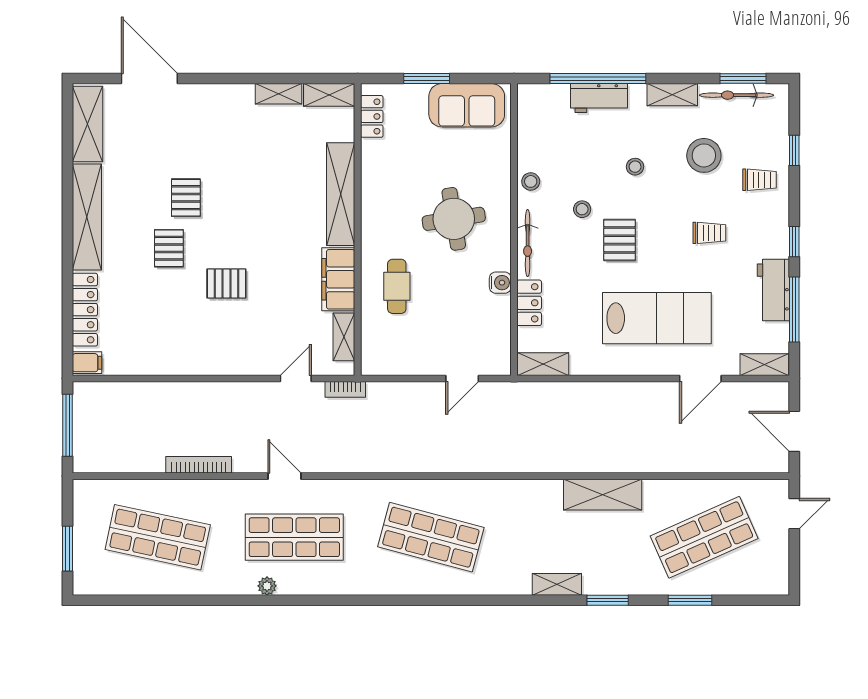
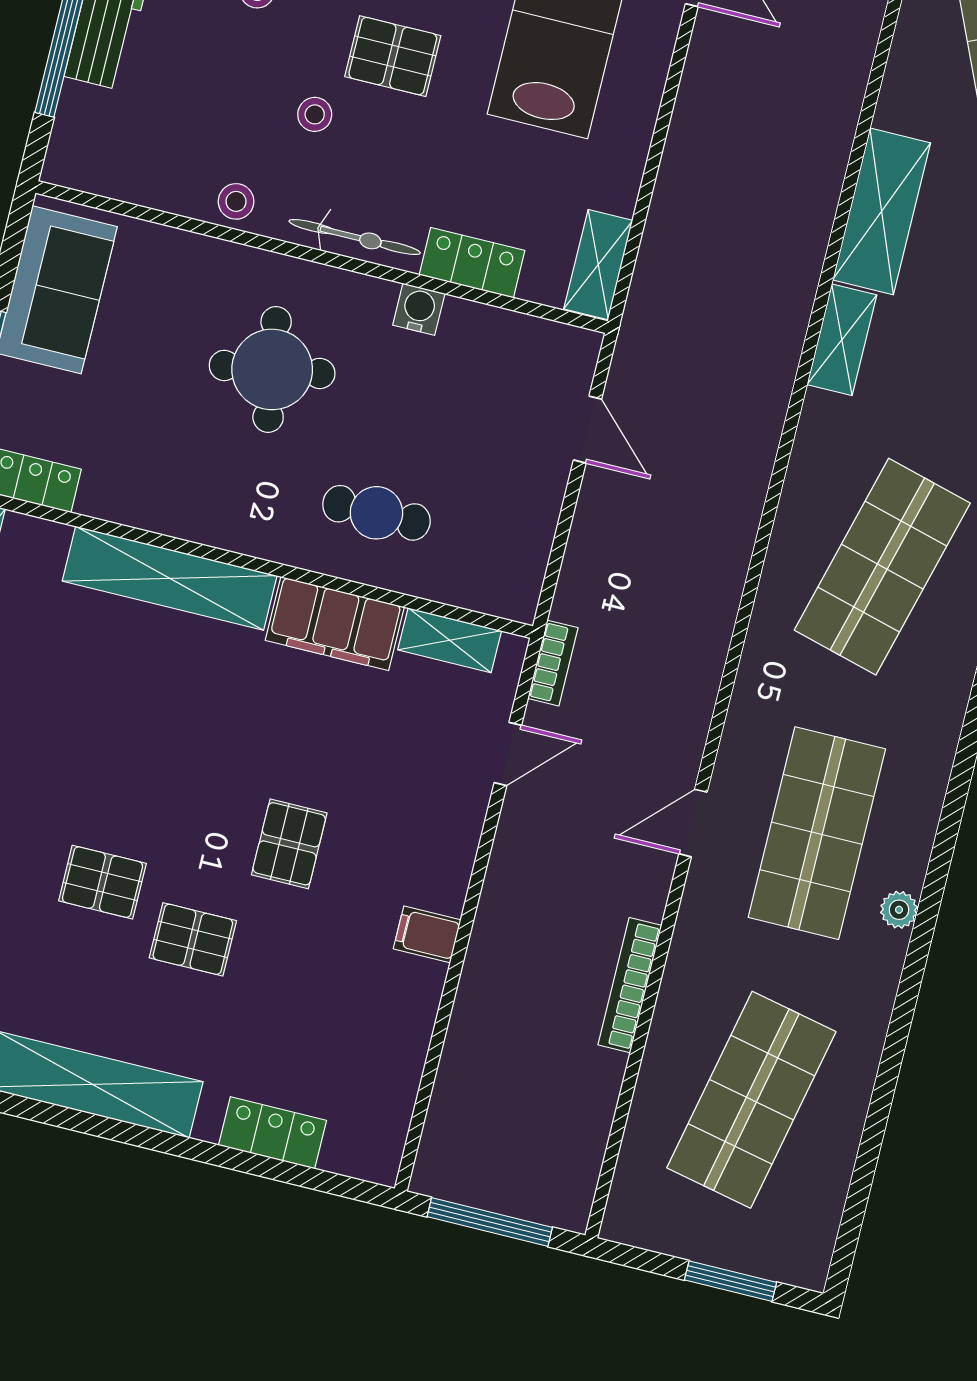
locker: (85, 310) -> (272, 1133), width x0.66
filing cabinet: (87, 363) -> (427, 934), moved, turned -90
door: (296, 378) -> (508, 754), swing flipped
shelving: (536, 491) -> (842, 340), added

